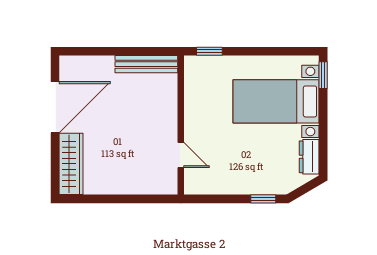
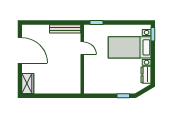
door: (55, 107) -> (20, 50), hinge flipped
door: (181, 155) -> (82, 48), moved
wardrobe: (71, 164) -> (28, 83), width x0.67

